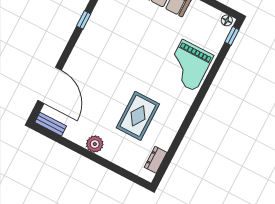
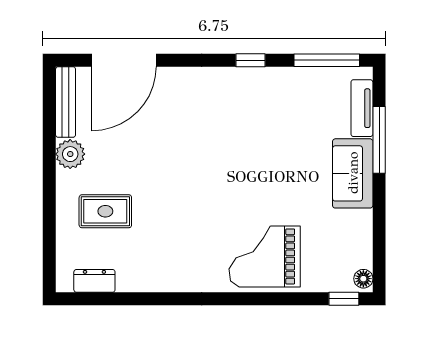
rug: (138, 116) -> (105, 211), moved, width x0.73, depth x0.70
bench: (51, 124) -> (66, 102), width x1.36
plant: (95, 144) -> (70, 154), moved

